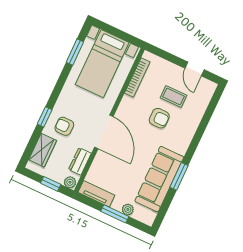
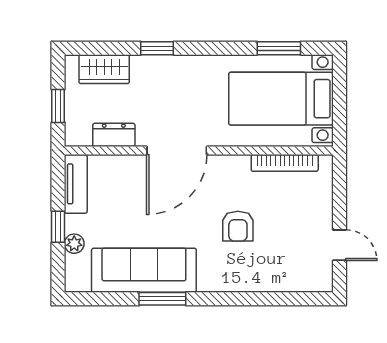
door: (195, 69) -> (339, 245), swing flipped
coffee table: (174, 97) -> (282, 233), removed
armchair: (64, 126) -> (157, 85), removed
plant: (70, 182) -> (74, 135), removed
window: (115, 214) -> (58, 227), width x0.67

